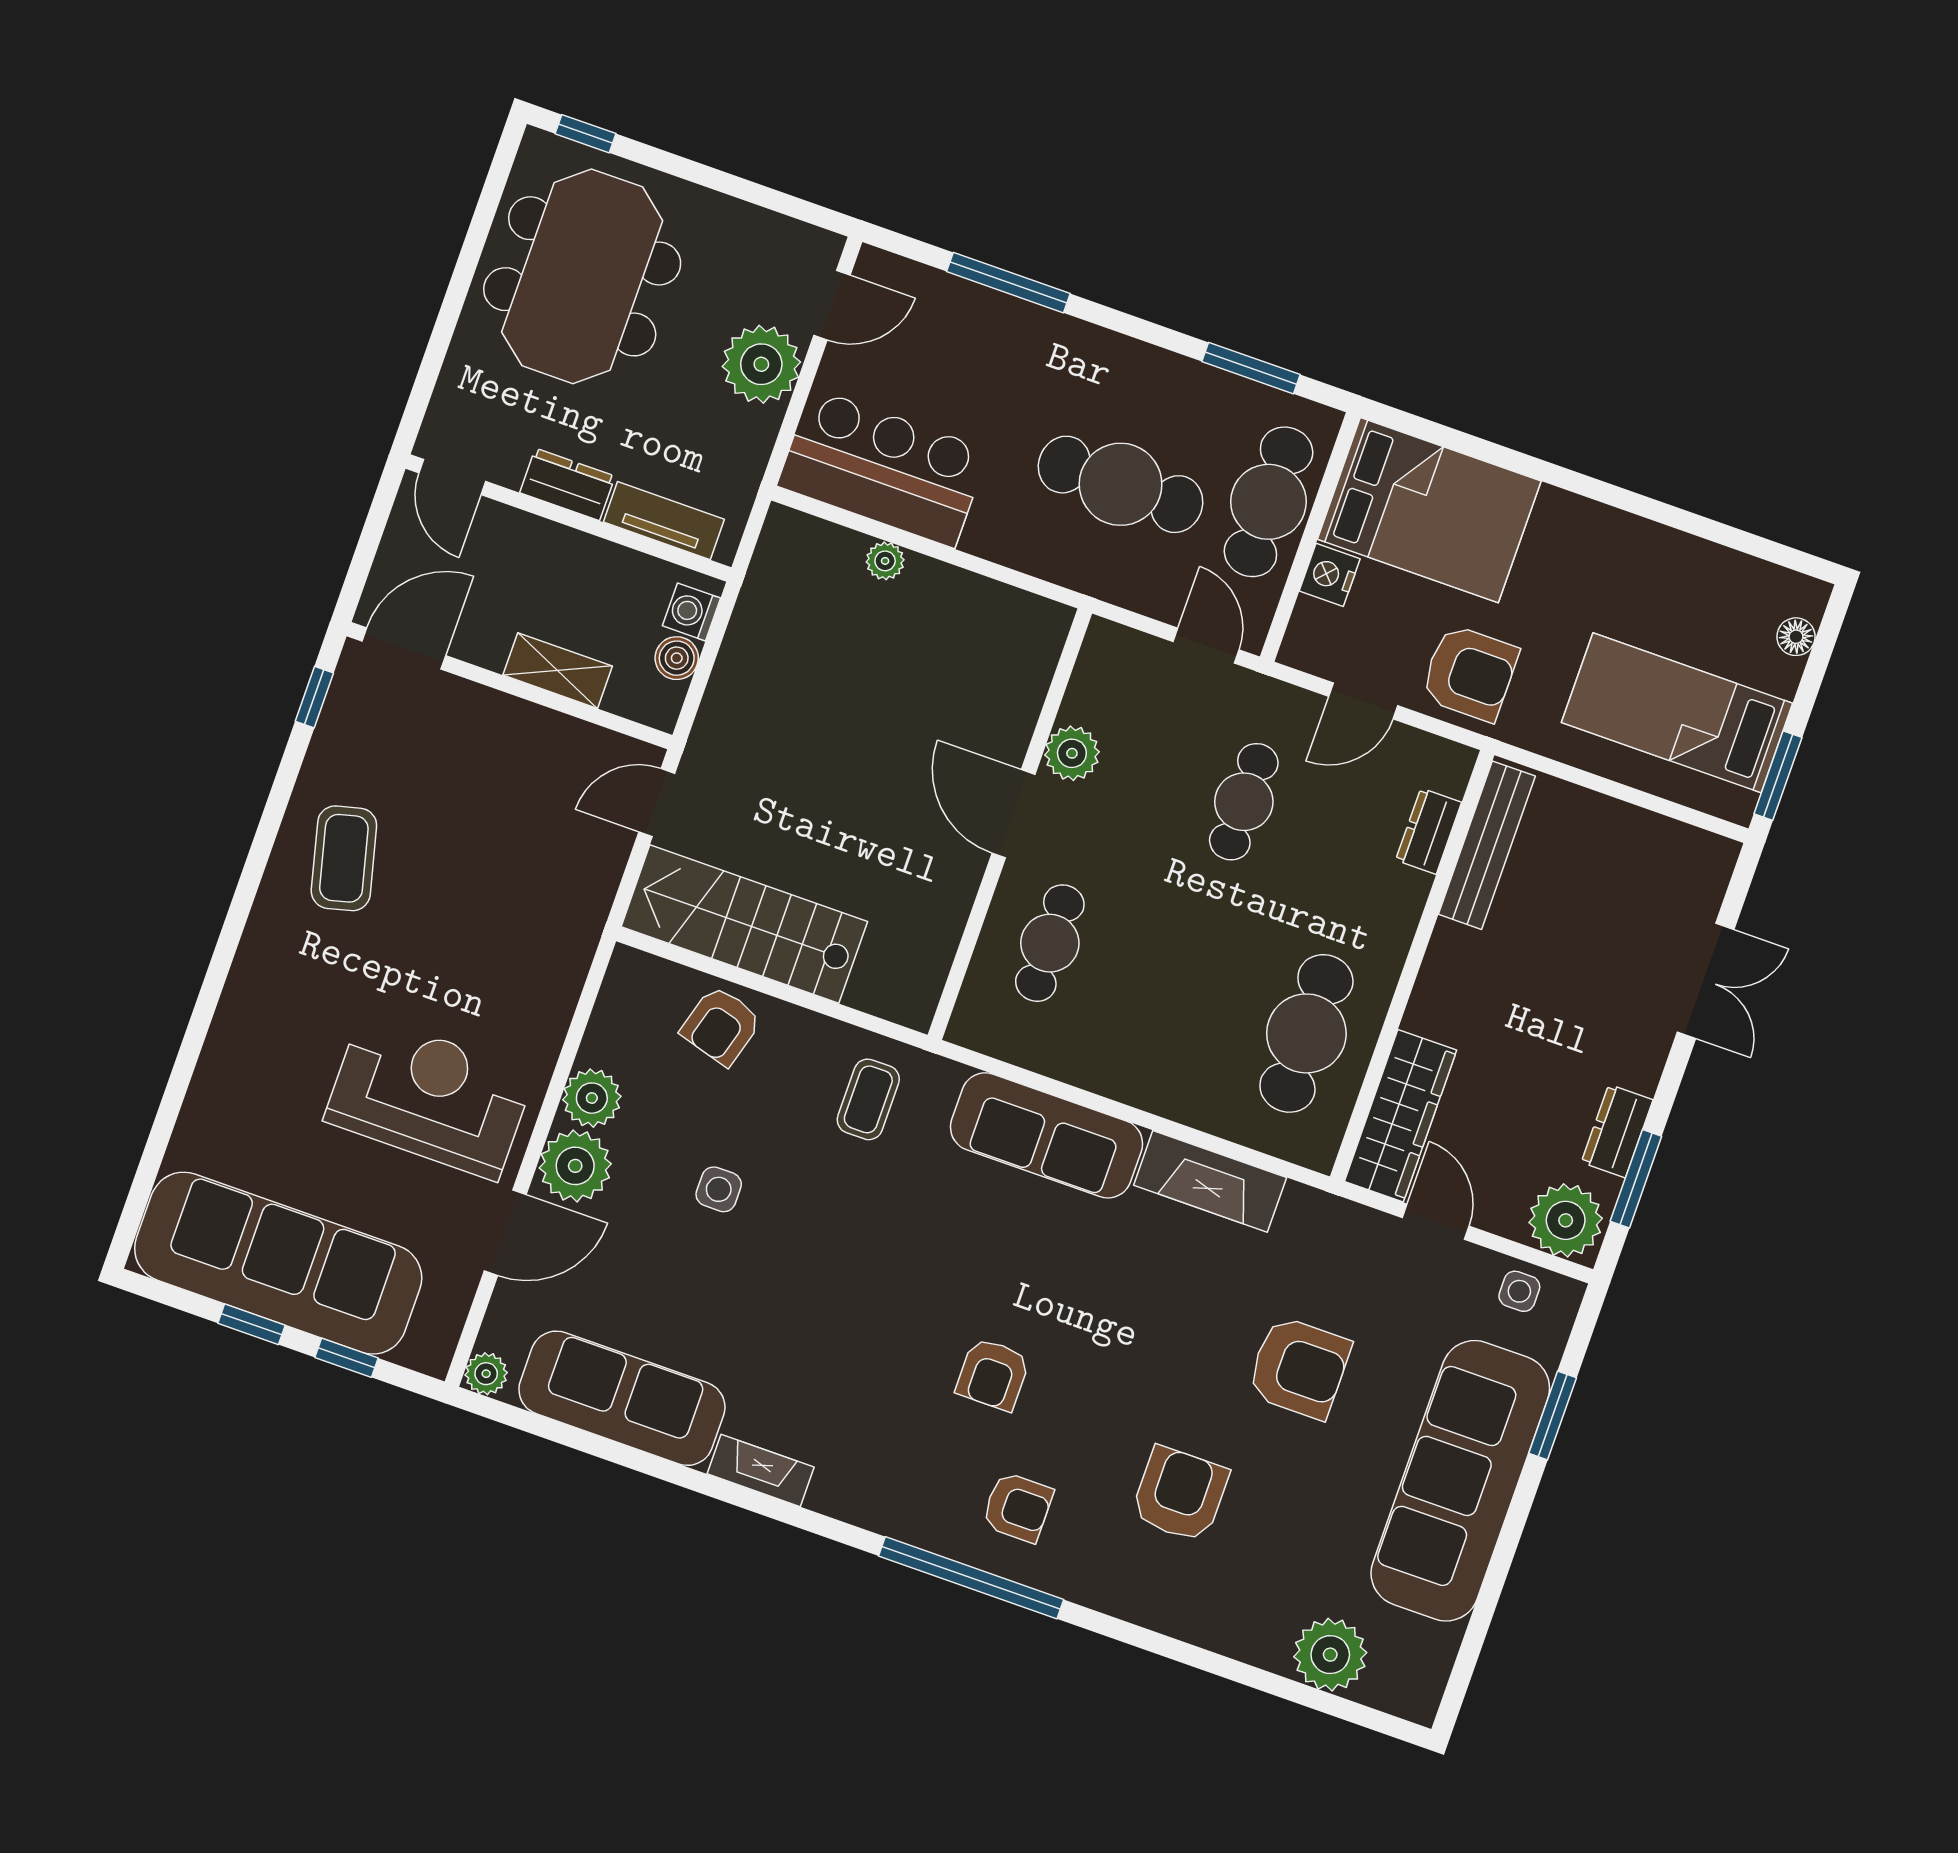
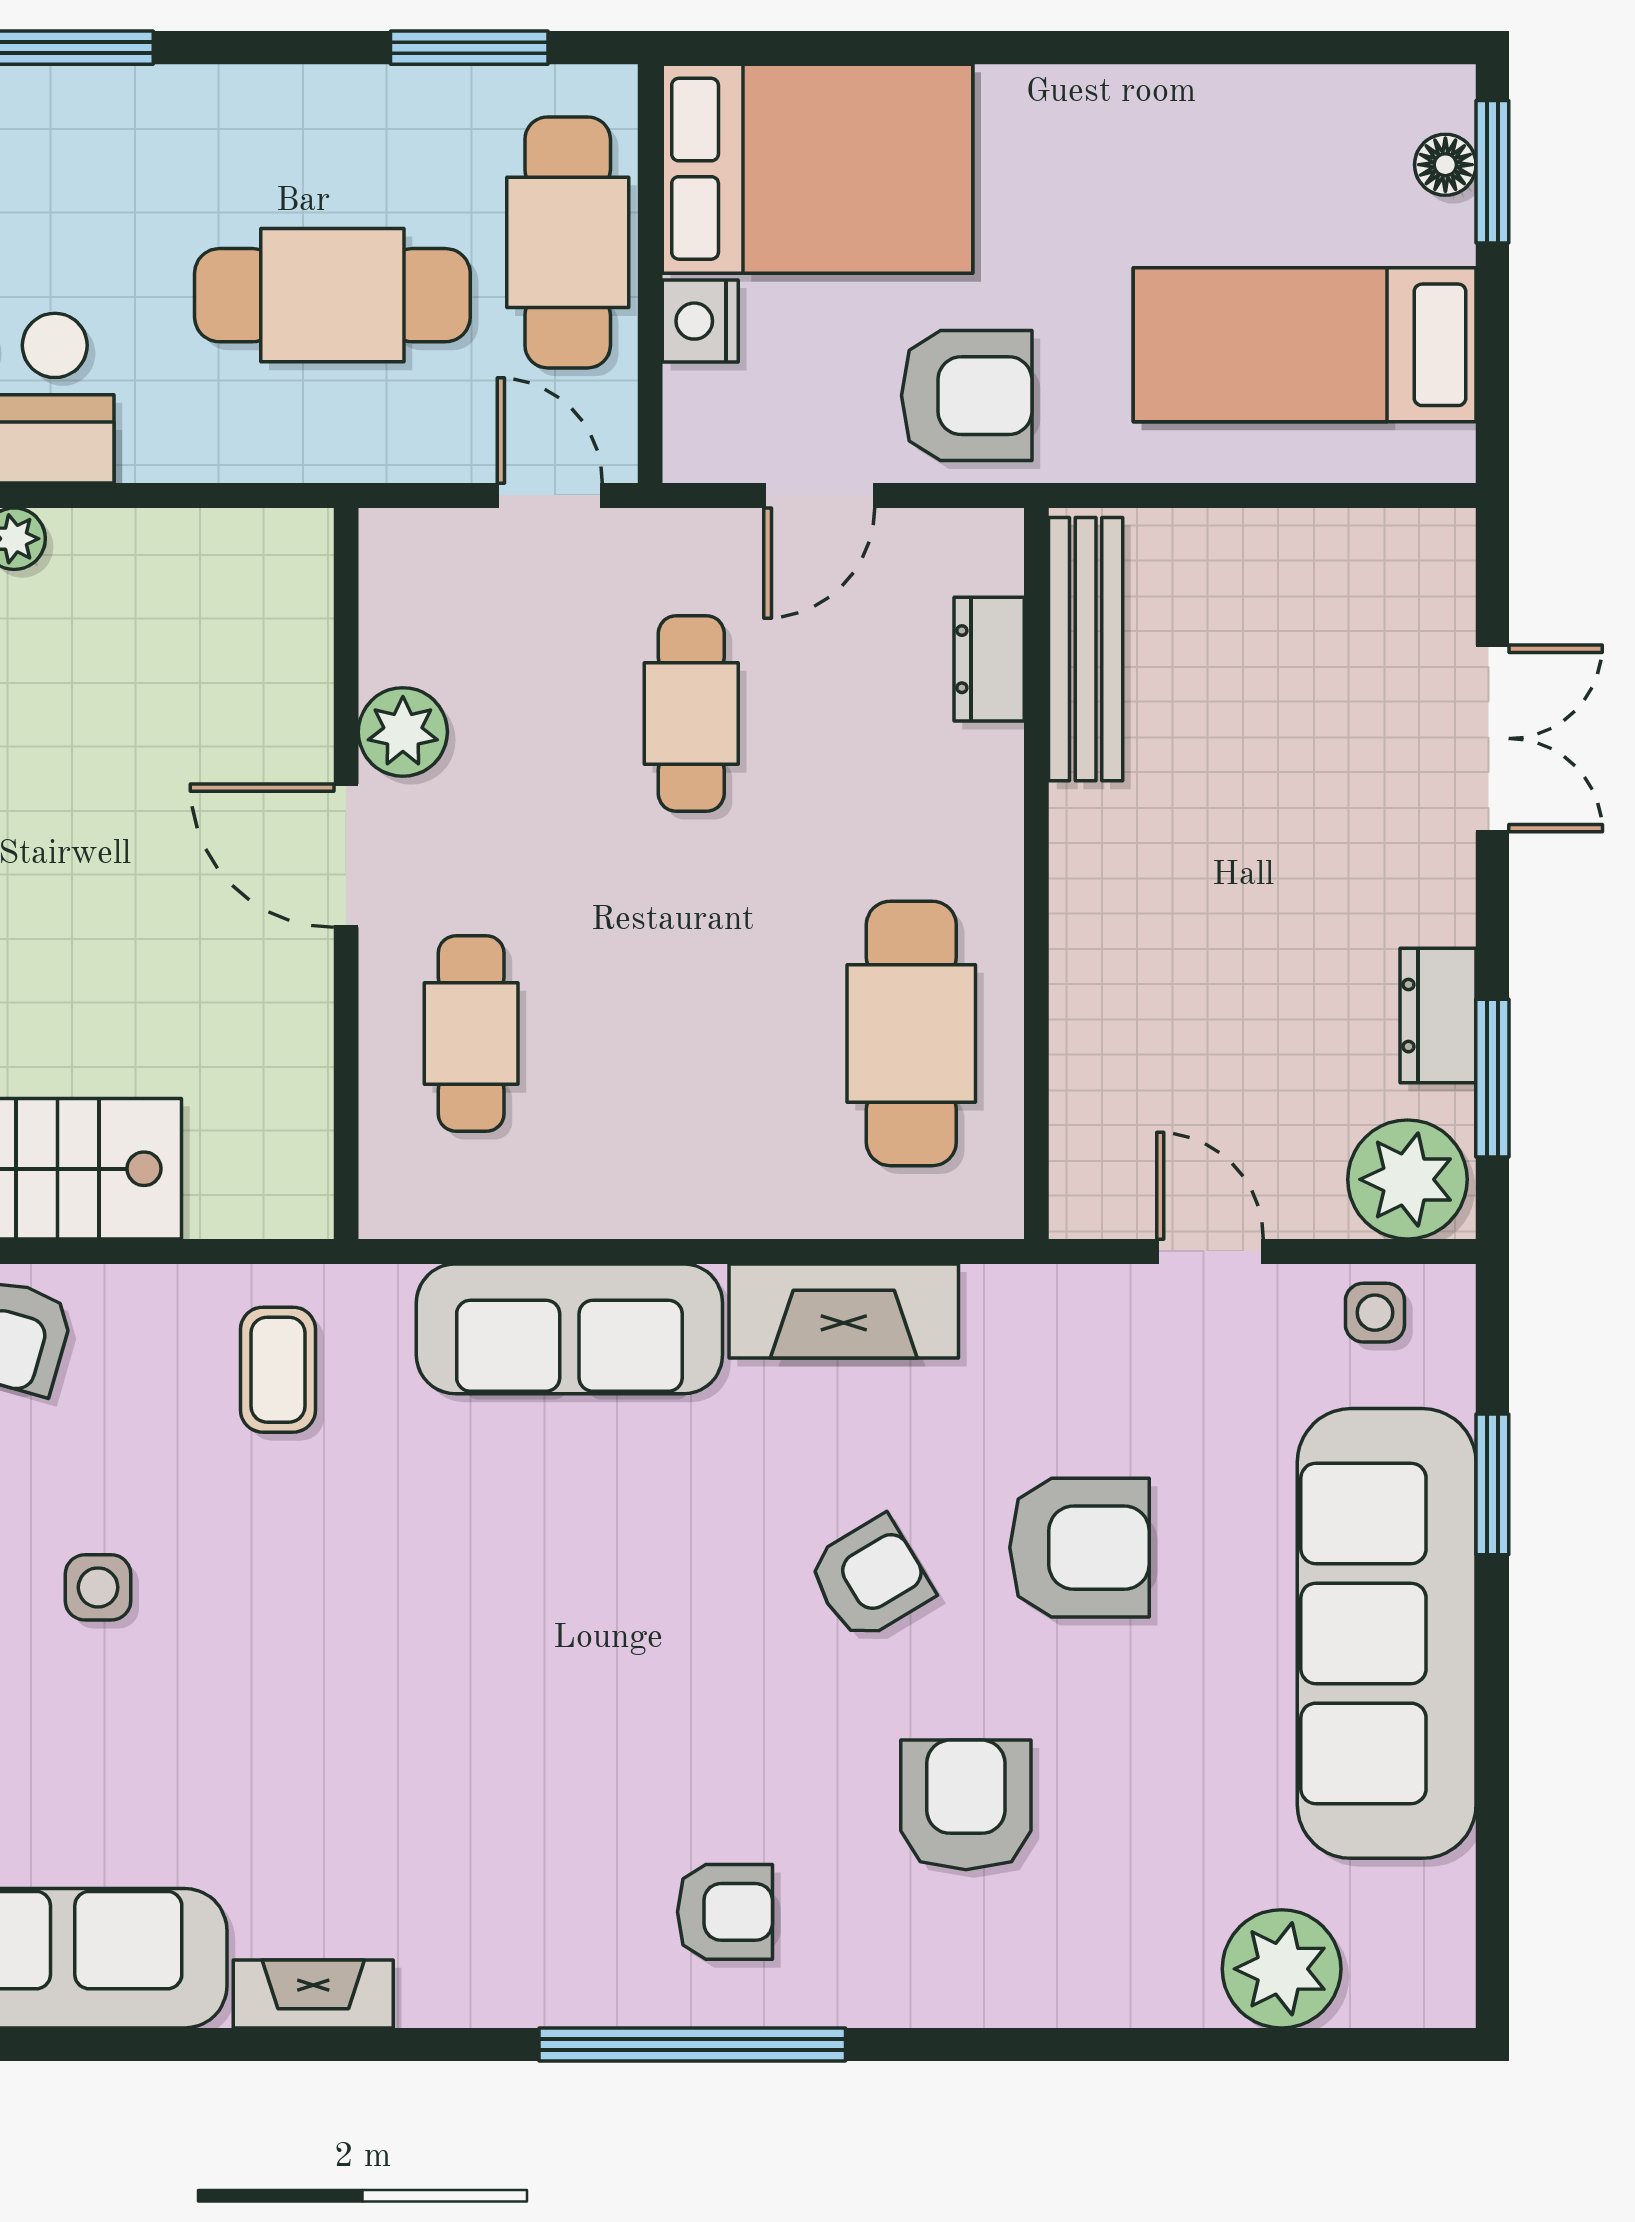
window: (1778, 776) -> (1492, 172), moved
wardrobe: (1401, 1116) -> (1099, 1109), removed
armchair: (993, 1374) -> (870, 1579), moved, turned -121

